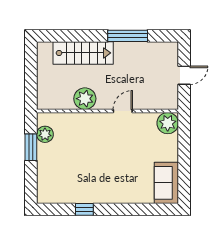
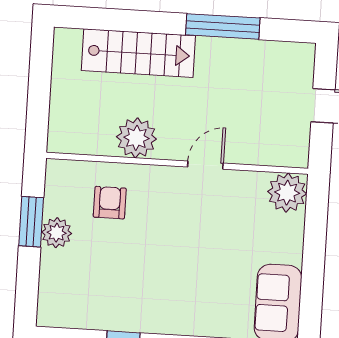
plant: (45, 134) -> (57, 233), moved
armchair: (73, 134) -> (110, 203), added

